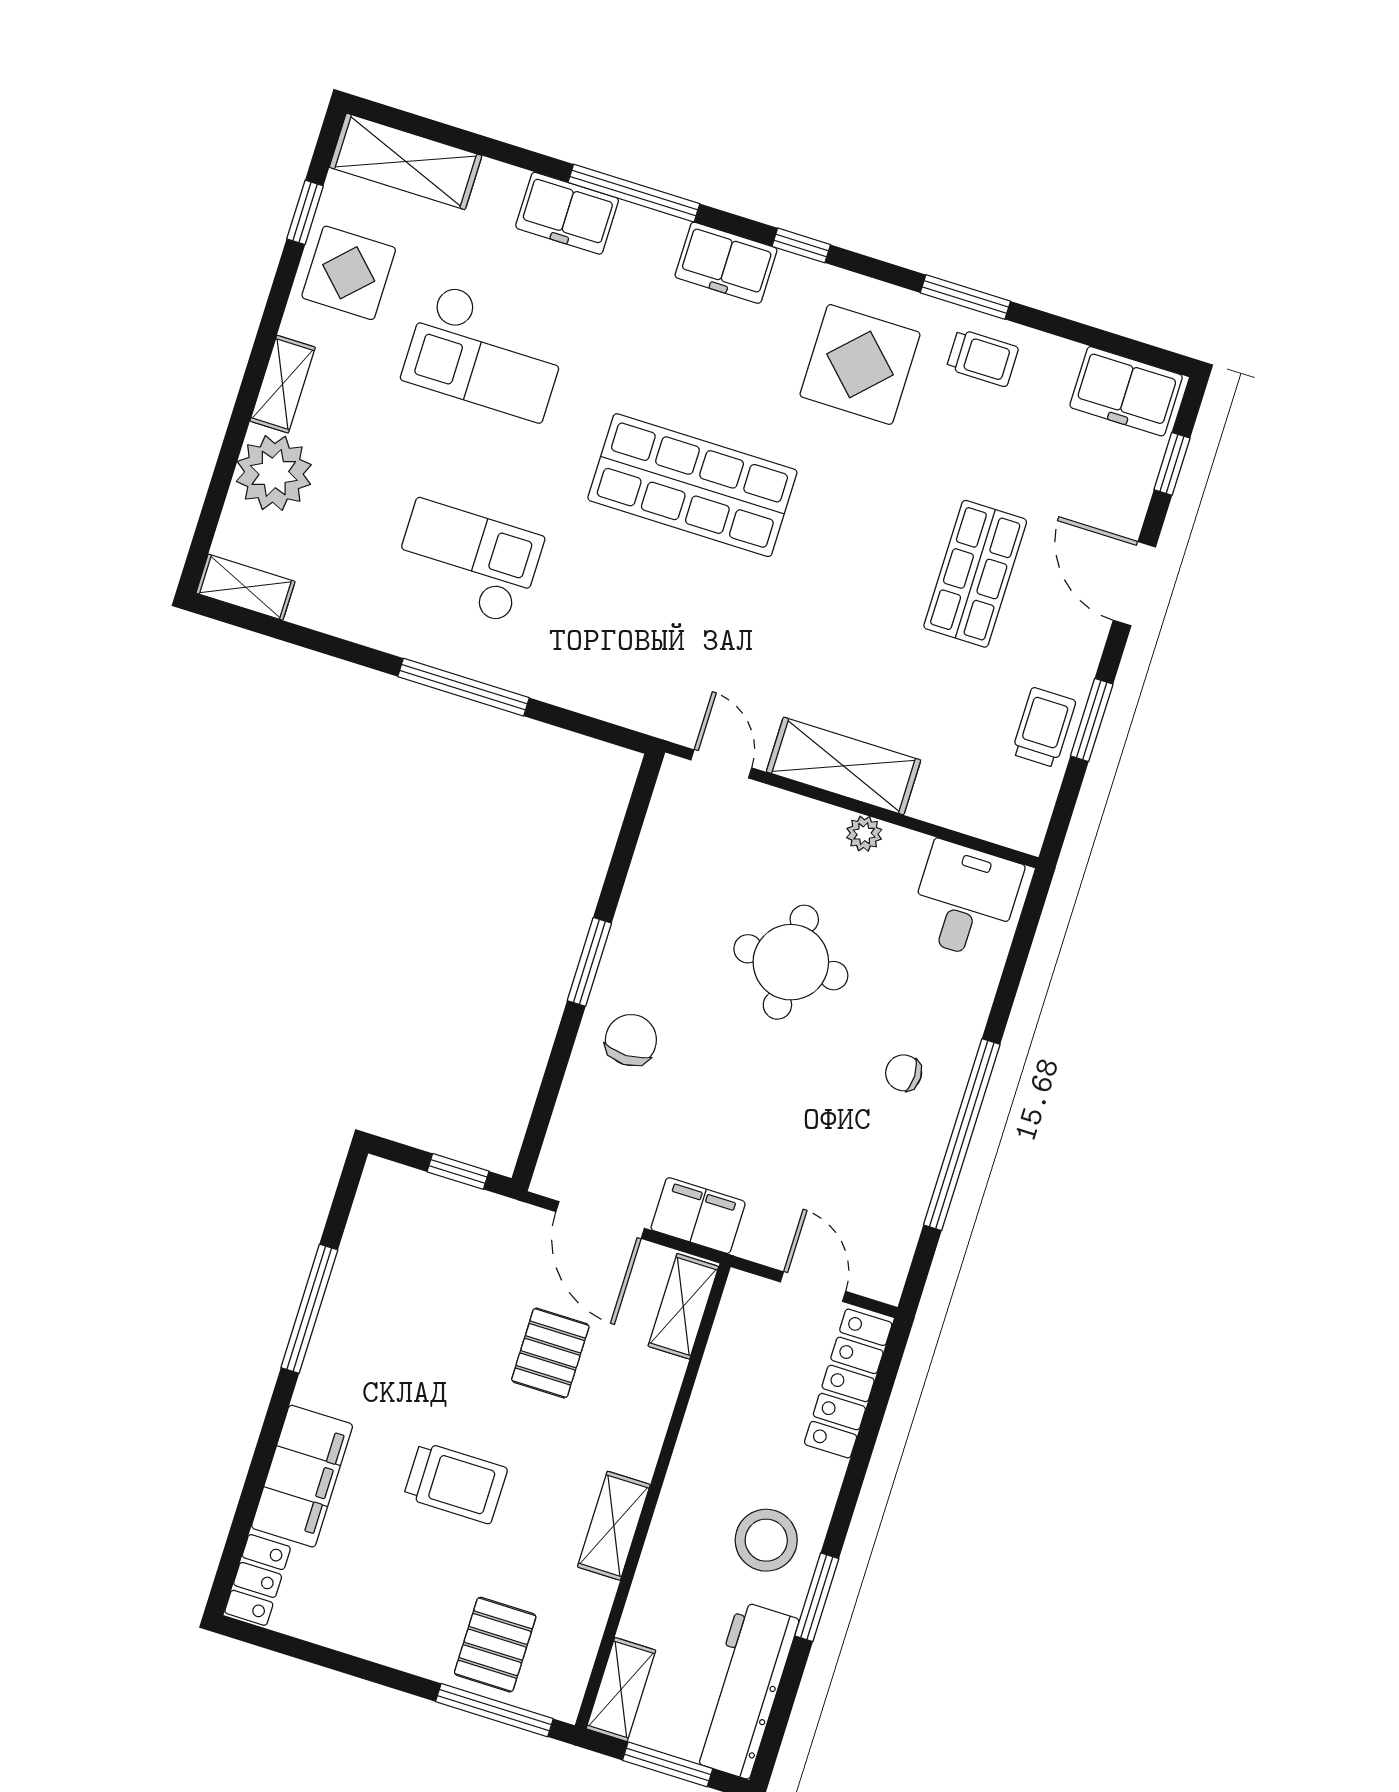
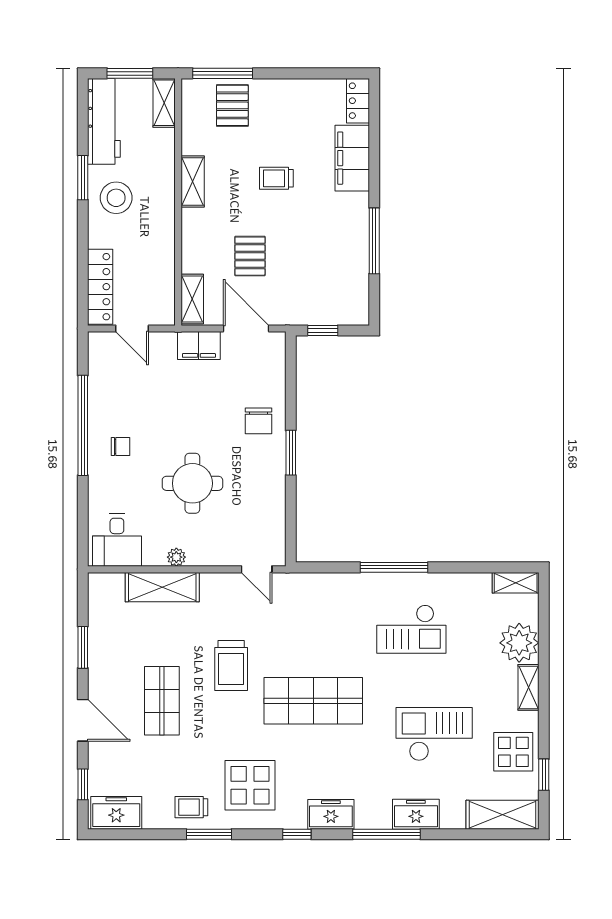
trolley: (1044, 727) -> (231, 666), moved, width x1.36, depth x1.39
shelving: (844, 766) -> (162, 587), moved
trolley: (456, 1483) -> (276, 178), width x0.73, depth x0.72

